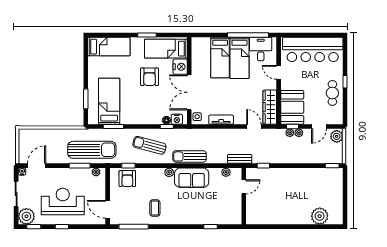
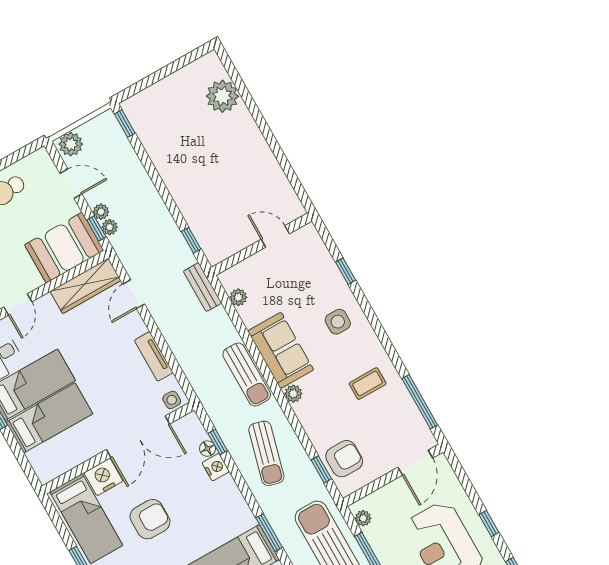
nightstand: (177, 119) -> (216, 467), moved
door: (244, 187) -> (275, 236), moved
side table: (190, 210) -> (338, 322), added

